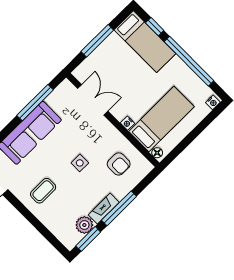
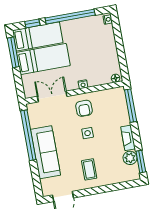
window: (97, 41) -> (13, 52), moved
window: (35, 103) -> (28, 135), width x1.46
bed: (161, 119) -> (43, 59), moved, turned 90
armchair: (119, 164) -> (84, 108), moved, turned 90
window: (119, 208) -> (131, 106), moved

